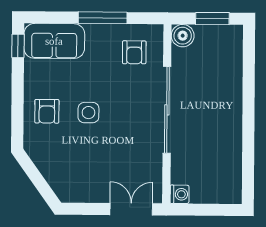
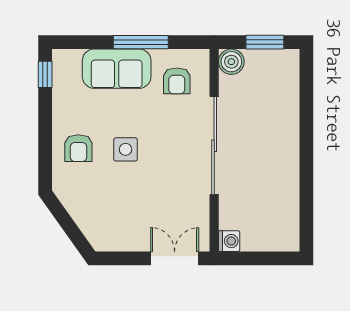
sofa: (54, 41) -> (117, 69), moved

